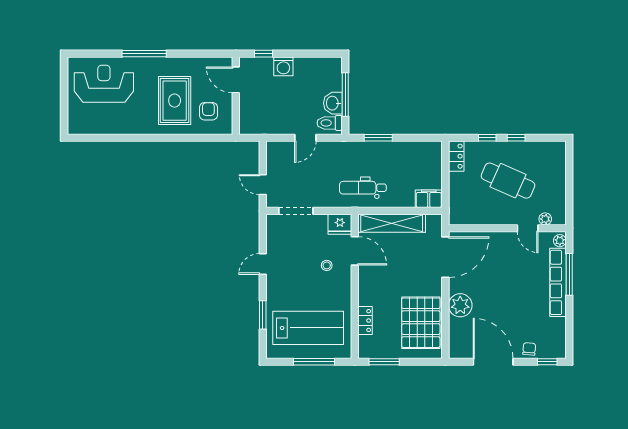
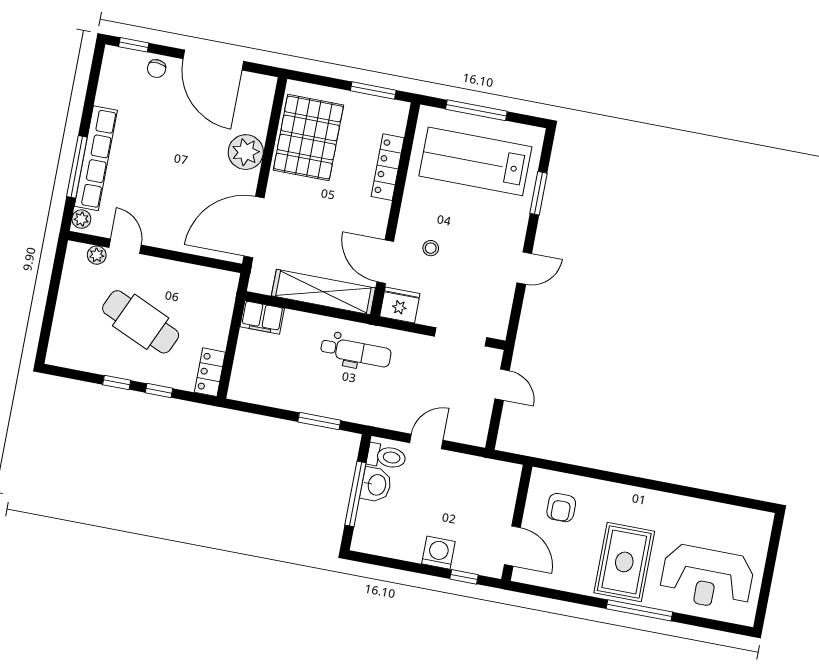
rug: (175, 101) -> (624, 562), moved
locker: (365, 321) -> (388, 167), width x1.53

